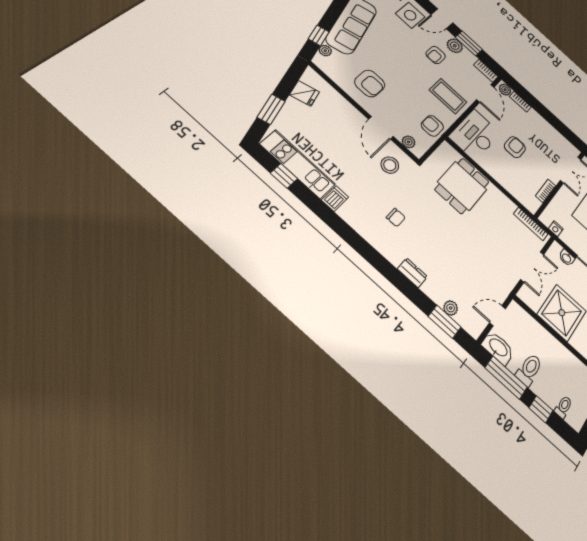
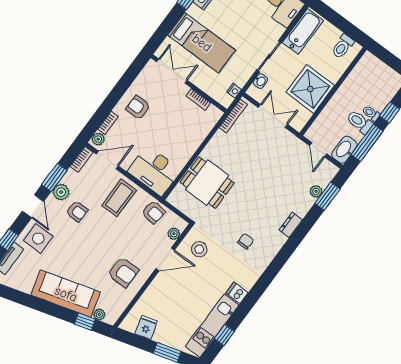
armchair: (370, 83) -> (123, 272), turned 90
armchair: (432, 126) -> (153, 212), turned -83
armchair: (515, 147) -> (138, 108), moved
toilet: (563, 407) -> (371, 113), moved

